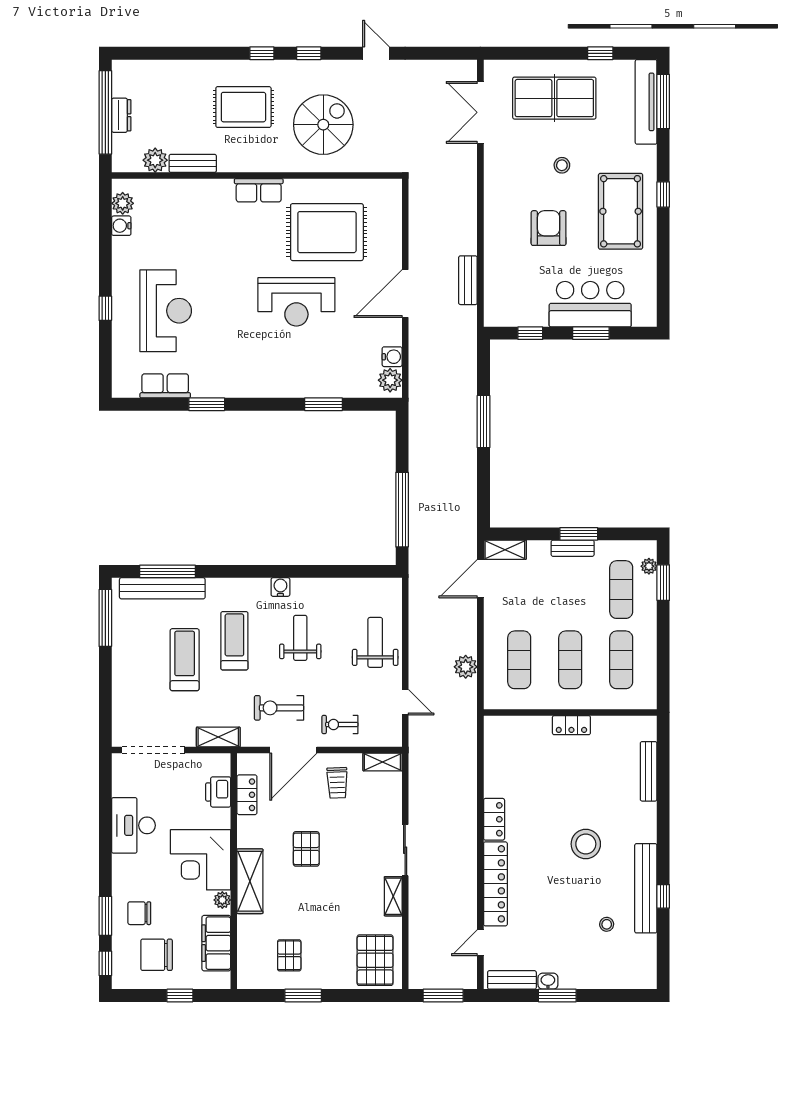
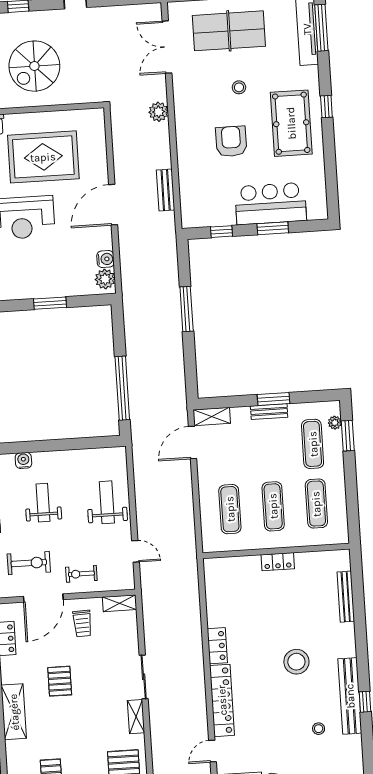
spiral stairs: (323, 125) -> (34, 66), turned 180
plant: (466, 667) -> (159, 112), moved
exercise bike: (279, 708) -> (29, 563), turned 180

